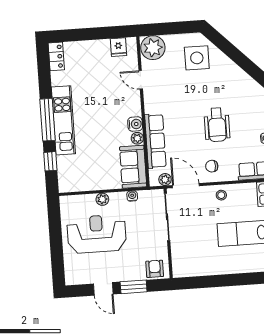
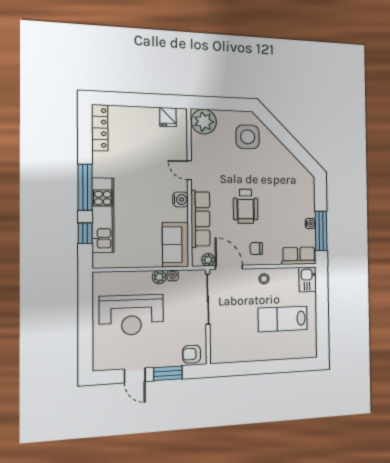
locker: (56, 56) -> (100, 128), width x1.53
door: (141, 80) -> (189, 170), moved
kitchen unit: (63, 120) -> (103, 215), moved
wheelchair: (217, 125) -> (246, 206), moved
plant: (137, 138) -> (182, 215), removed
plant: (102, 199) -> (159, 277), moved
reception desk: (97, 234) -> (131, 315), turned 180
armchair: (155, 269) -> (192, 354), turned -90

